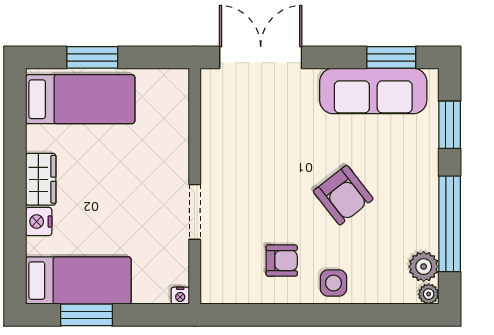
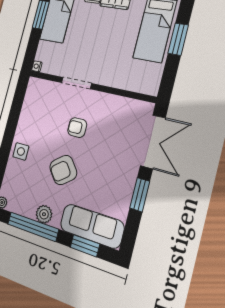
window: (391, 57) -> (140, 195), moved
sofa: (373, 91) -> (92, 226), moved, turned 90
armchair: (282, 261) -> (77, 128), moved, turned 90
plant: (424, 267) -> (44, 214), moved

